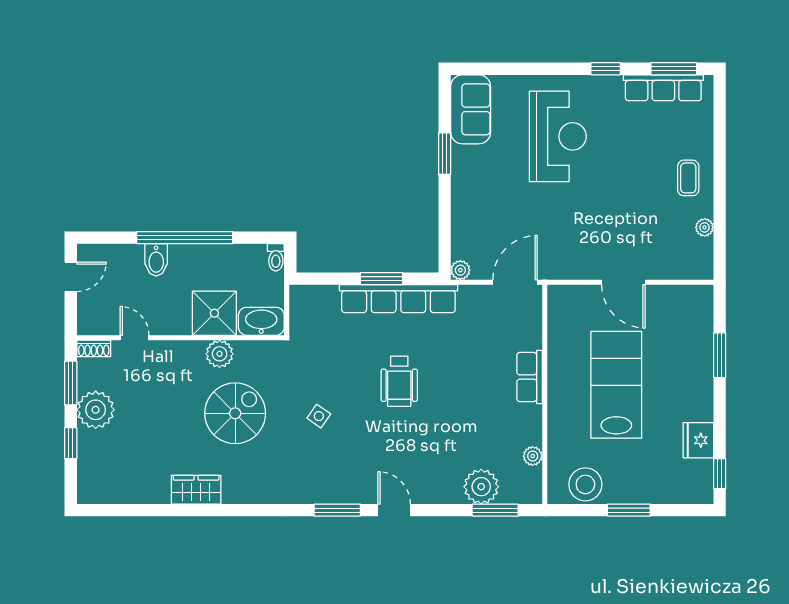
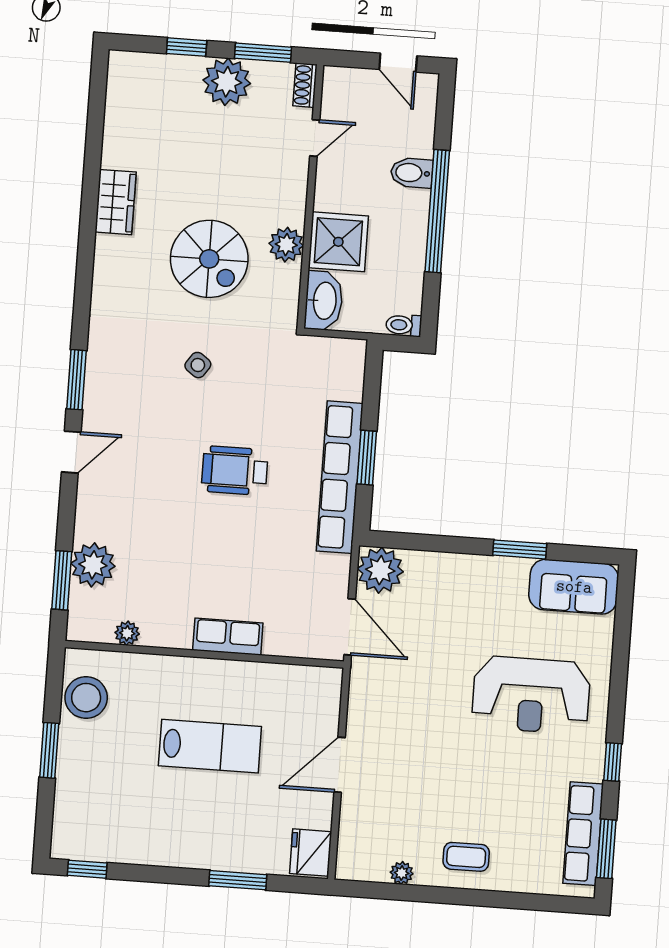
plant: (460, 270) -> (380, 570), width x1.87, depth x1.87
lab bench: (616, 385) -> (210, 746), width x0.73, depth x0.72
fridge: (698, 440) -> (311, 853), moved, turned -90

